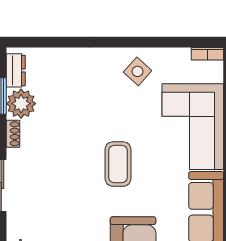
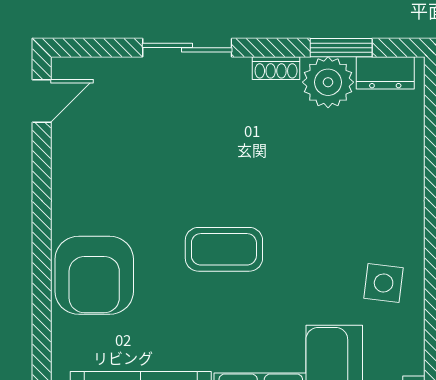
side table: (138, 71) -> (384, 283), turned -35

